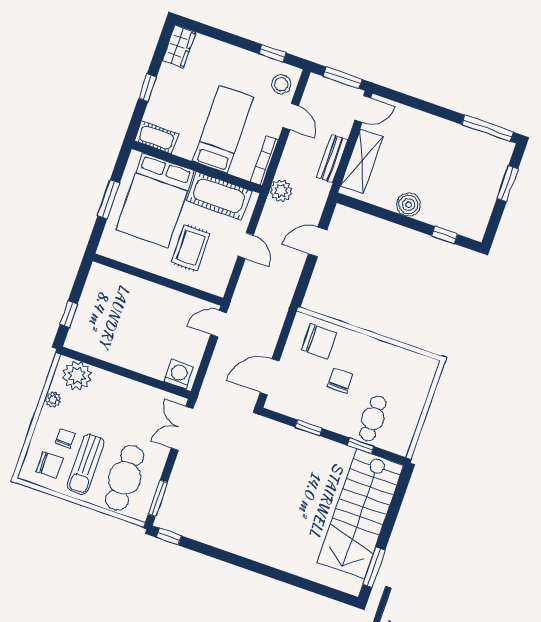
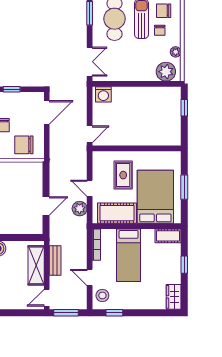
plant: (281, 191) -> (80, 209), moved

